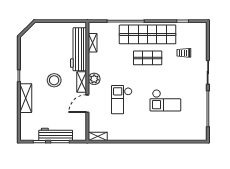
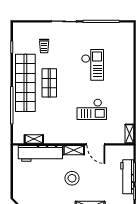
plant: (94, 79) -> (71, 137), removed

